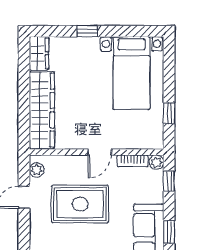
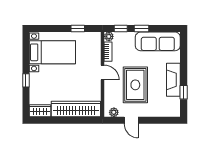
window: (169, 232) -> (141, 28), moved

